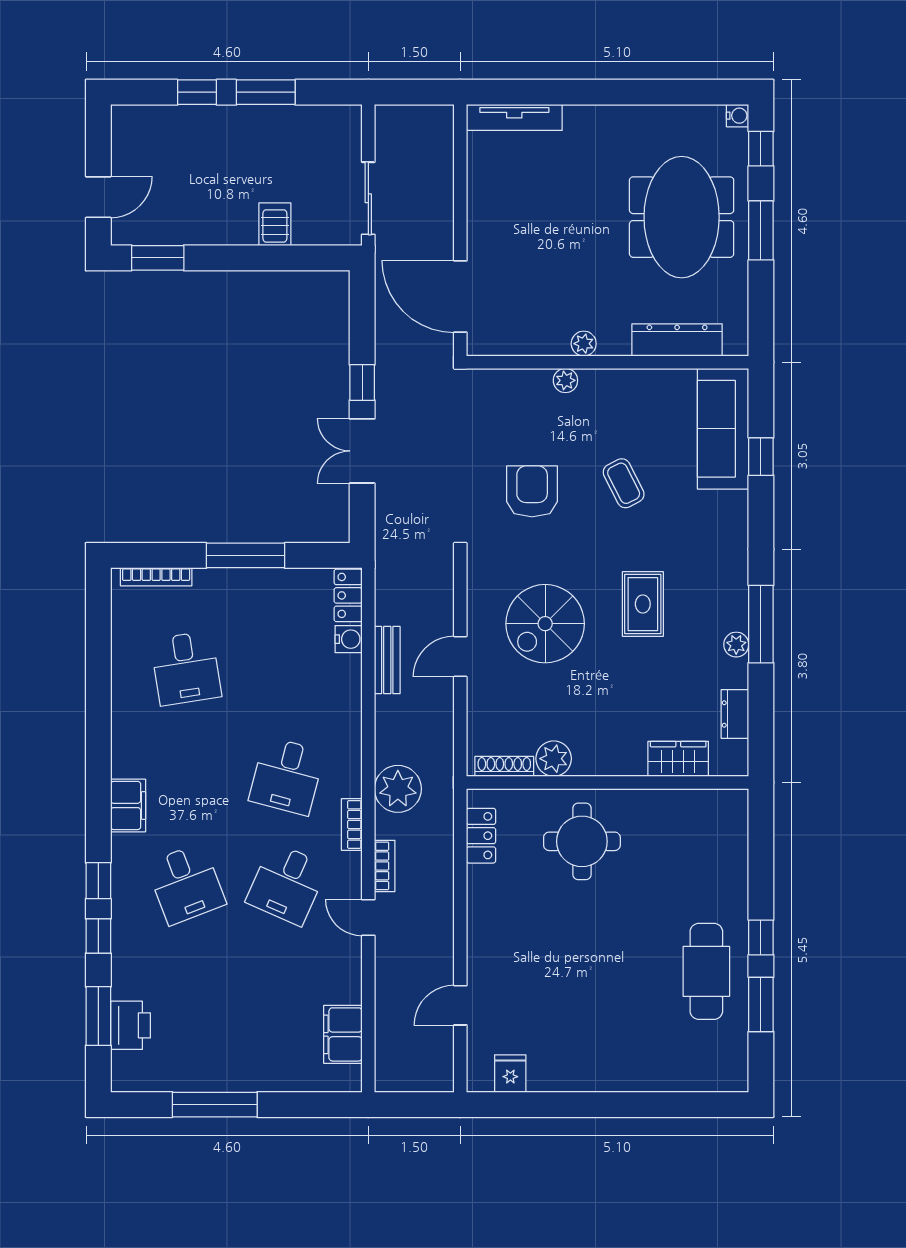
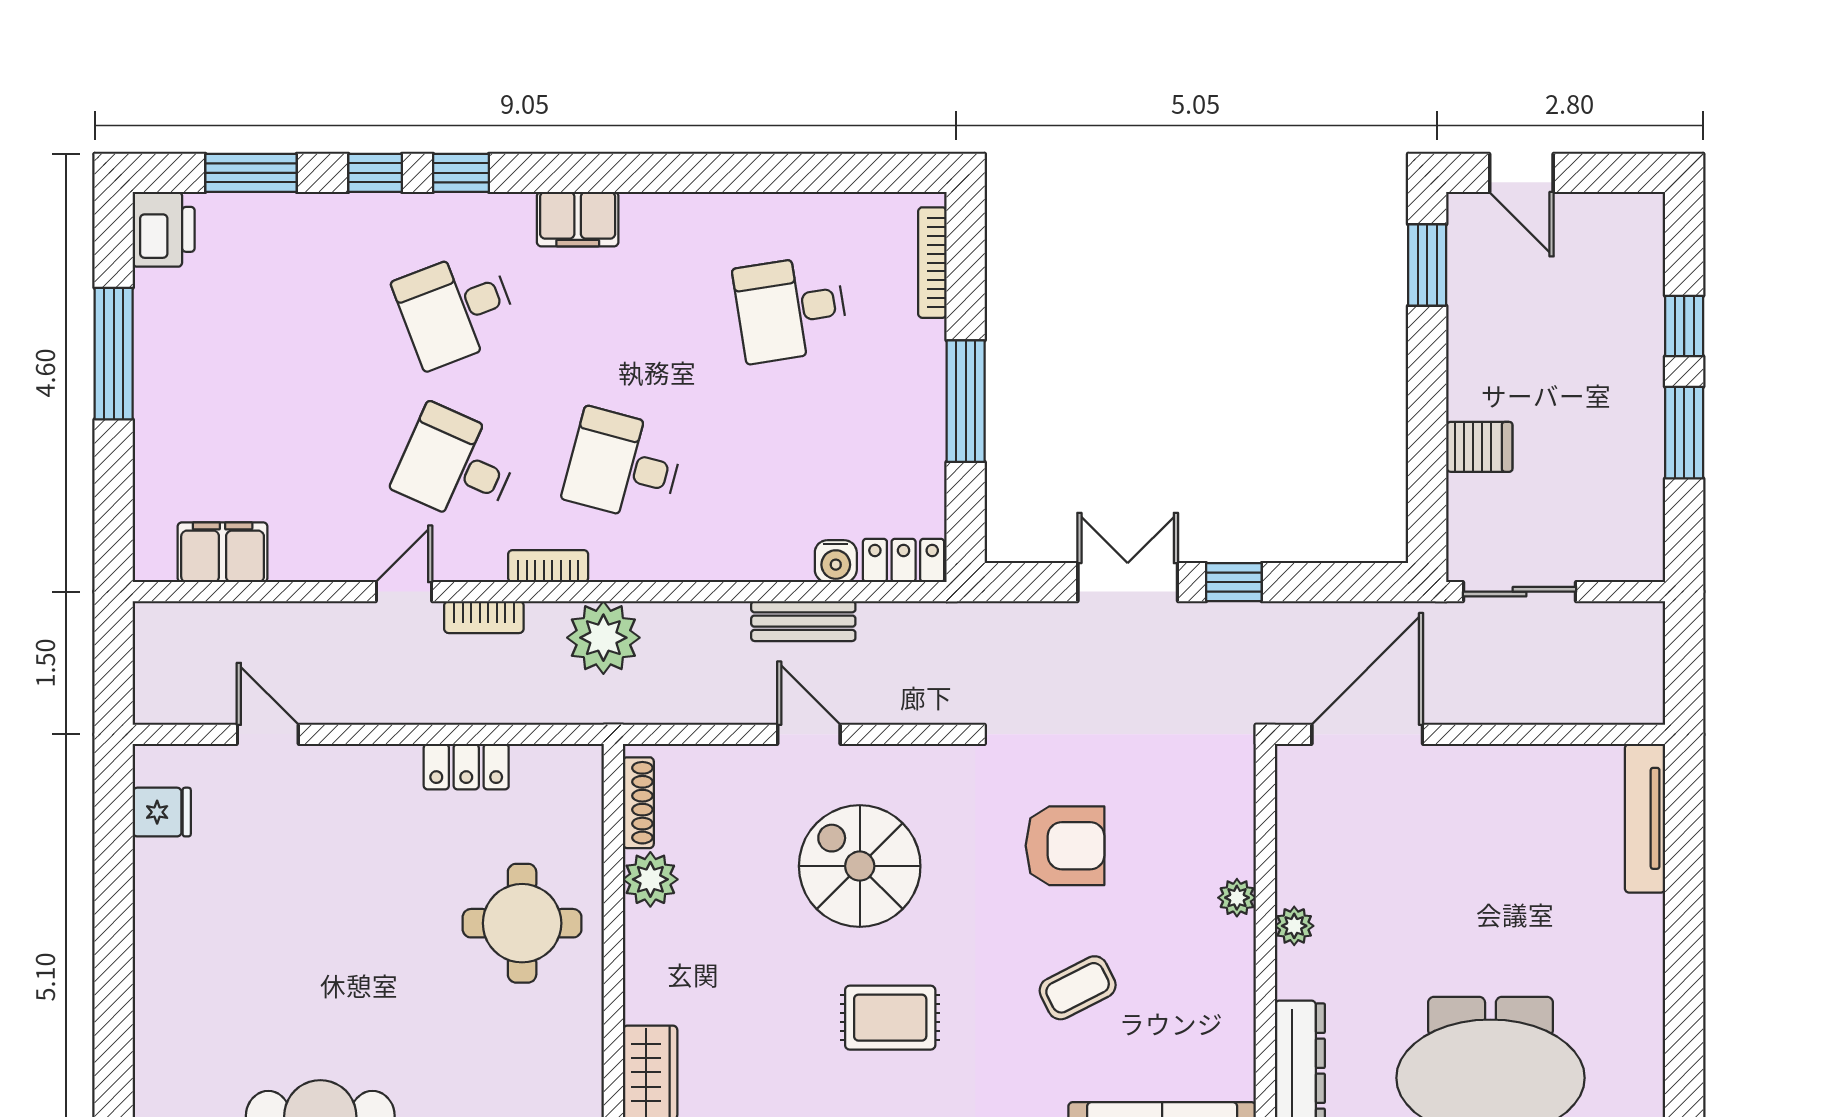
locker: (481, 836) -> (466, 767), moved
printer: (131, 1025) -> (164, 229), moved, turned -90

